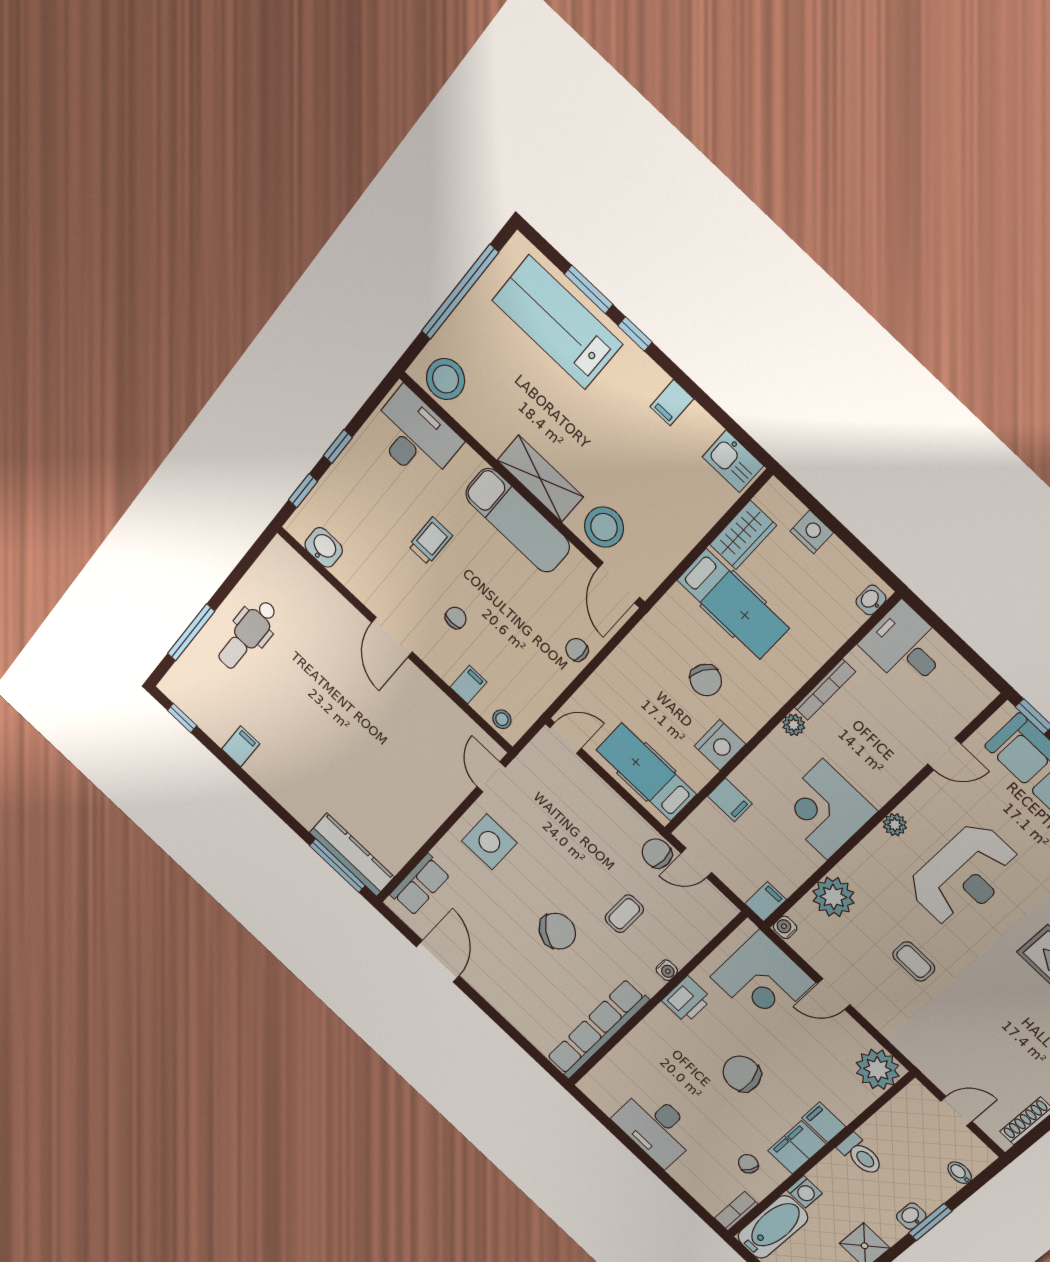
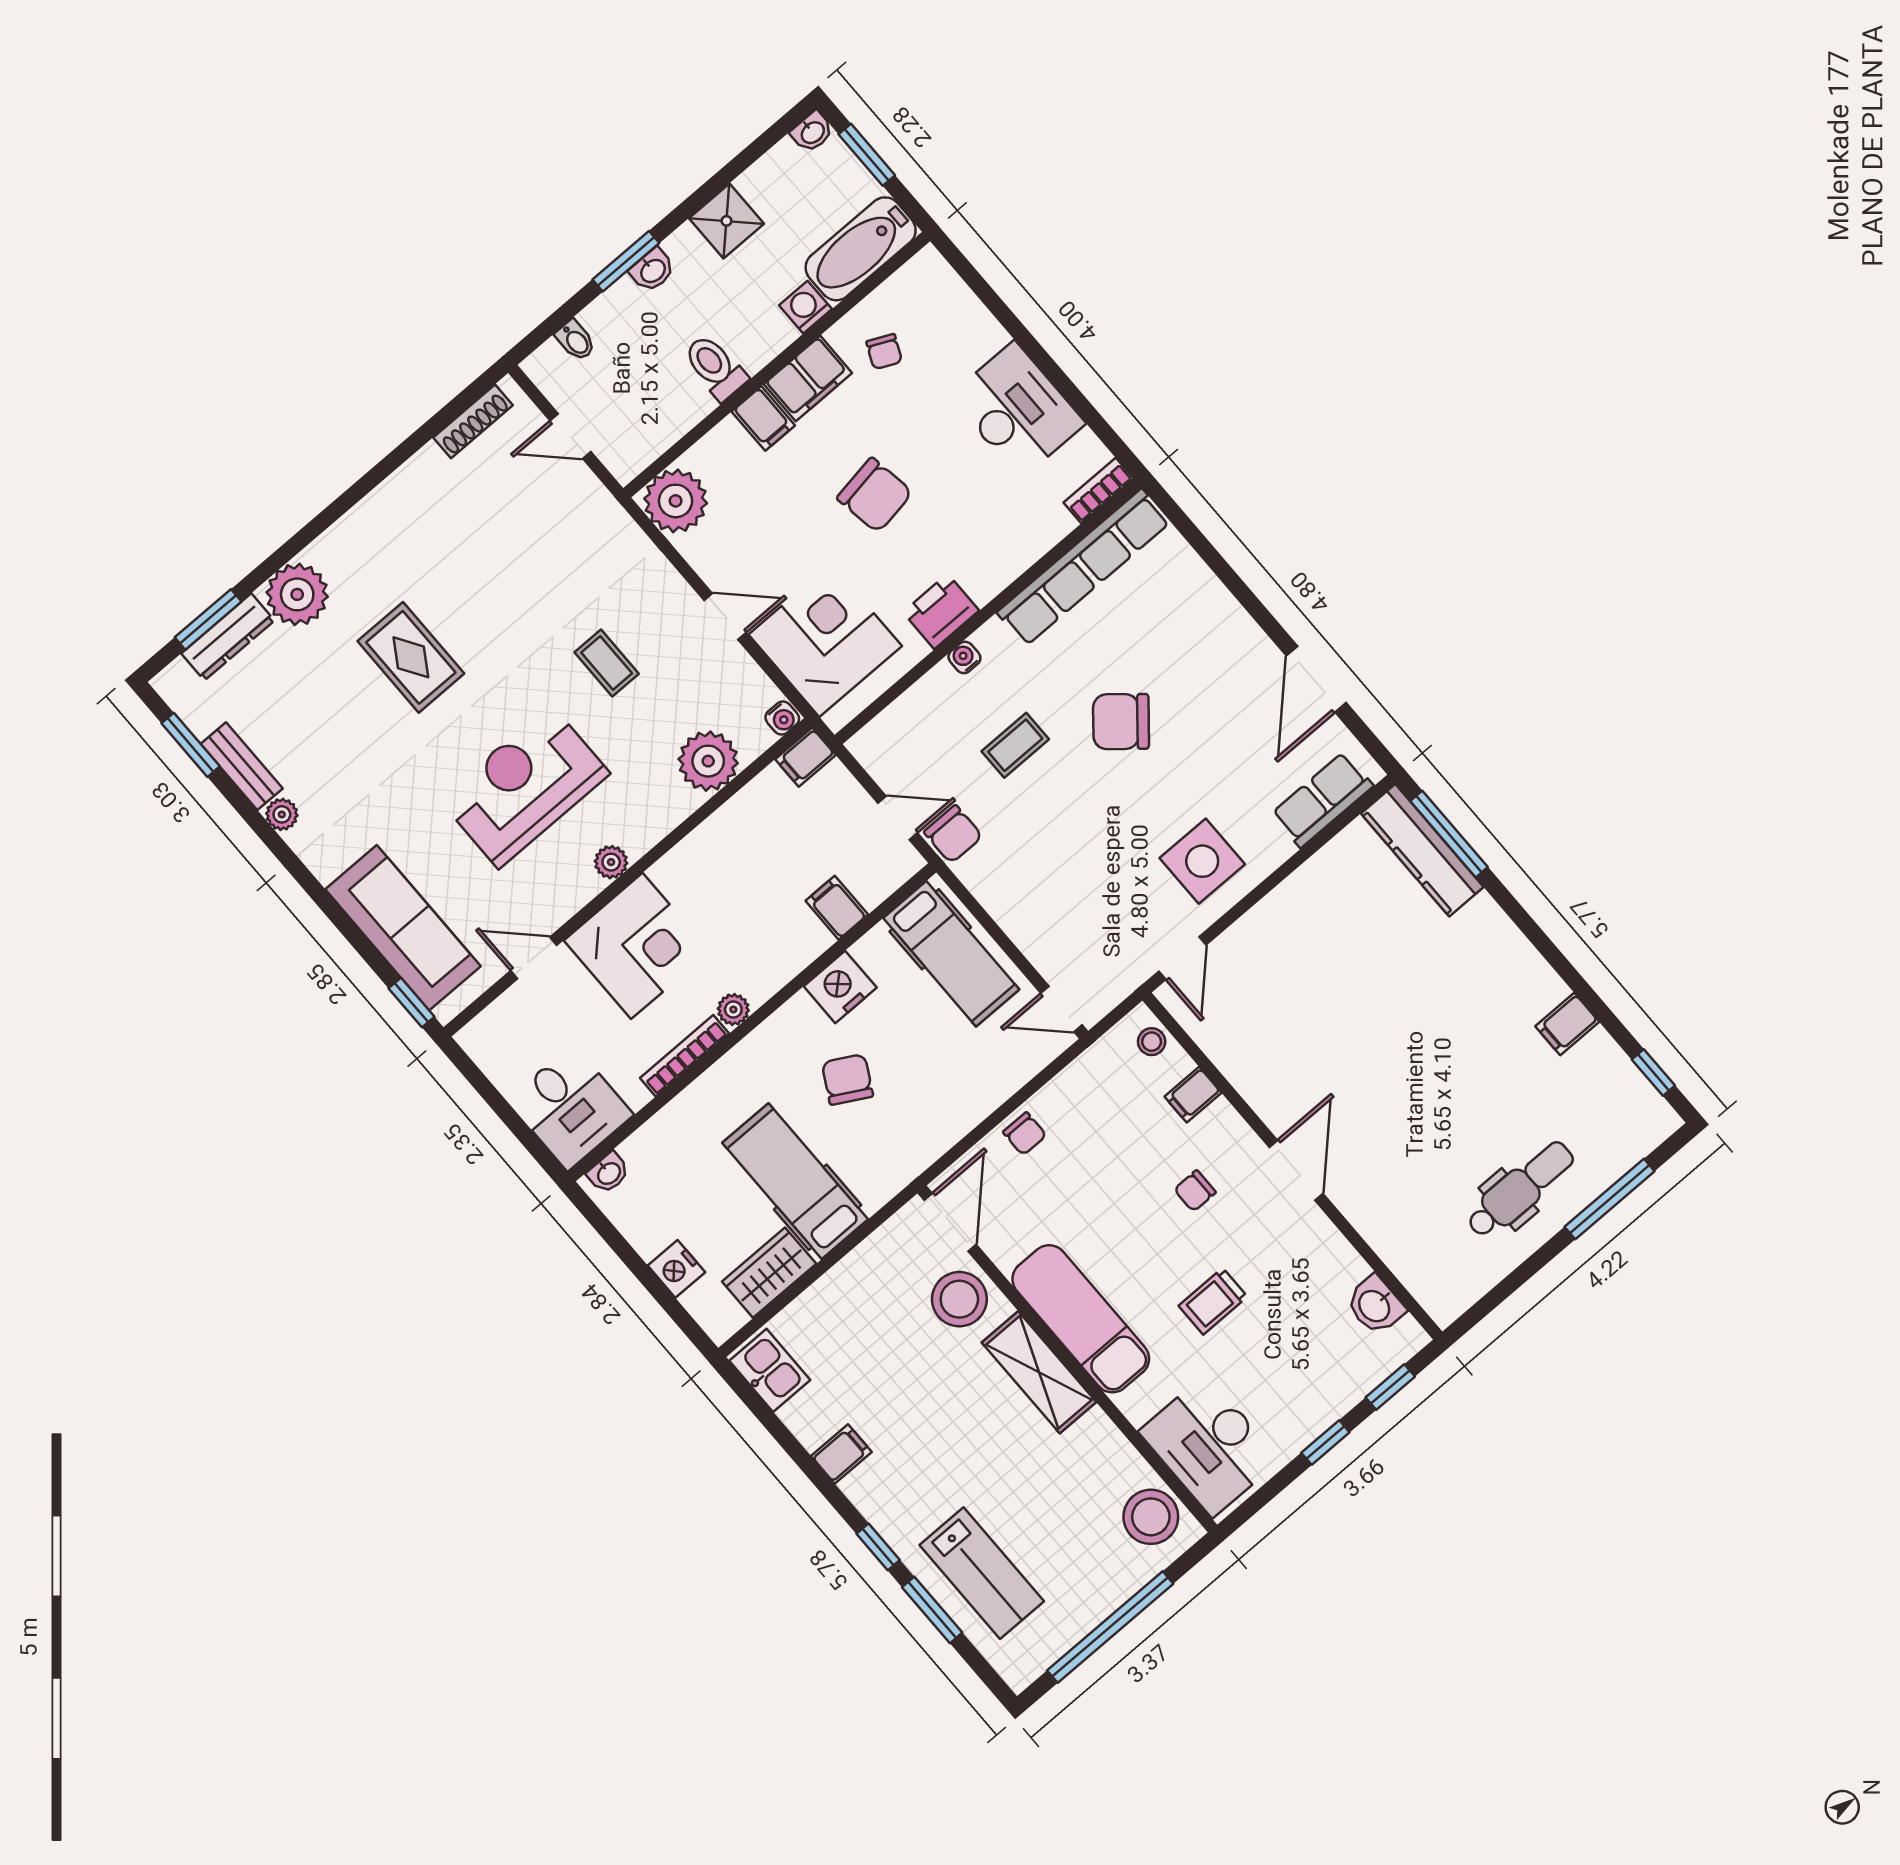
lab bench: (557, 322) -> (982, 1573), width x0.73, depth x0.72
corner desk: (825, 810) -> (637, 946), moved
bookcase: (736, 1211) -> (1098, 491), moved, turned 180

